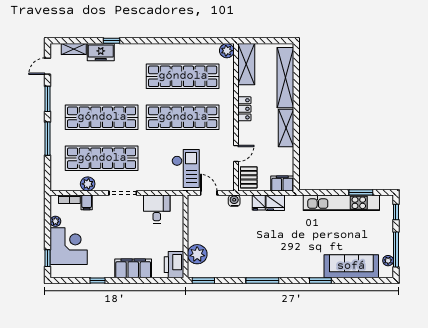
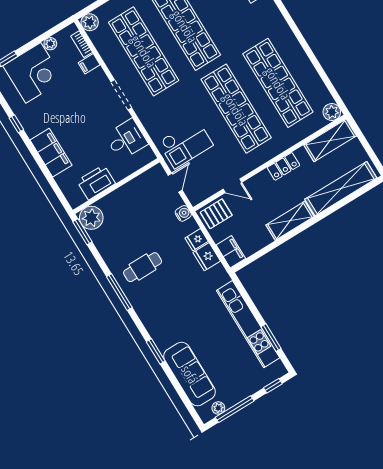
plant: (88, 184) -> (90, 22), moved
cafe table: (255, 253) -> (143, 267), added
plant: (197, 254) -> (91, 218), moved
printer: (174, 265) -> (96, 182), moved

